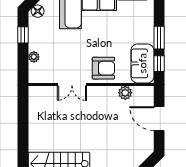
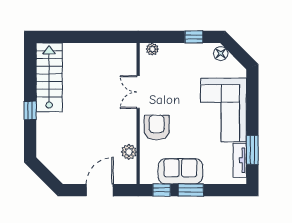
plant: (34, 57) -> (152, 49), moved
sofa: (142, 63) -> (180, 171), moved
armchair: (103, 68) -> (157, 127), turned 180

